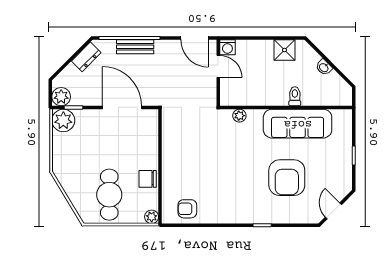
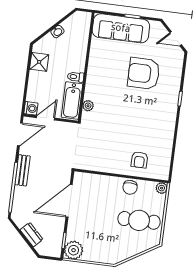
bench: (135, 47) -> (23, 170), moved
dresser: (86, 57) -> (31, 235), moved
bathtub: (243, 96) -> (72, 101), added
toilet: (295, 96) -> (76, 77), moved
plant: (61, 97) -> (54, 249), removed
sofa: (298, 124) -> (121, 28), moved, turned 90
armchair: (287, 178) -> (144, 73), turned 180
armchair: (187, 209) -> (139, 160), moved

